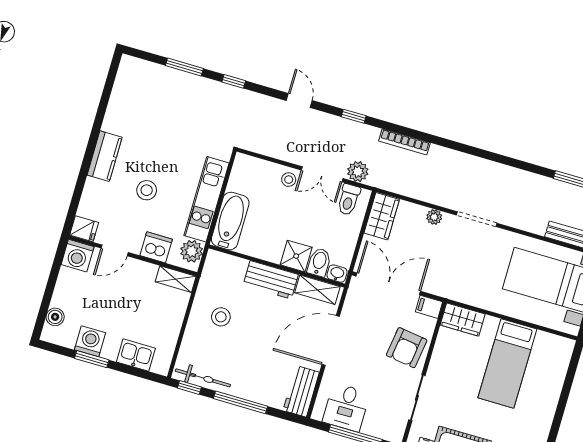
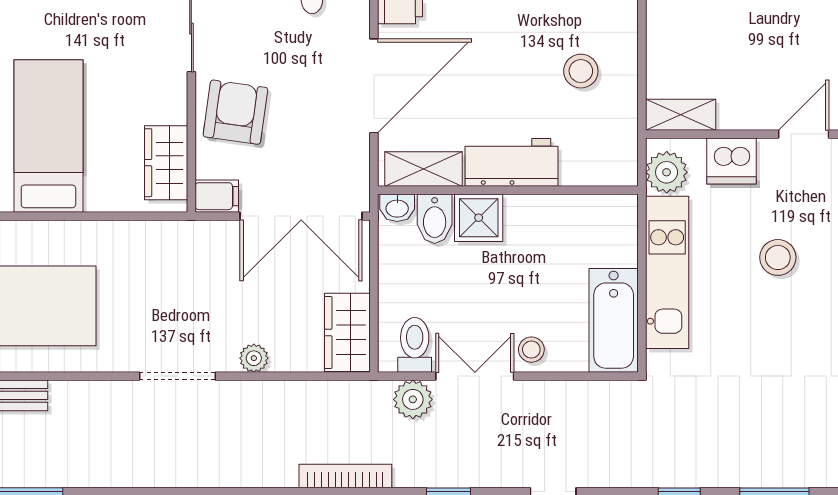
bathtub: (230, 221) -> (614, 320), moved
wardrobe: (463, 320) -> (166, 163), moved, turned -90

